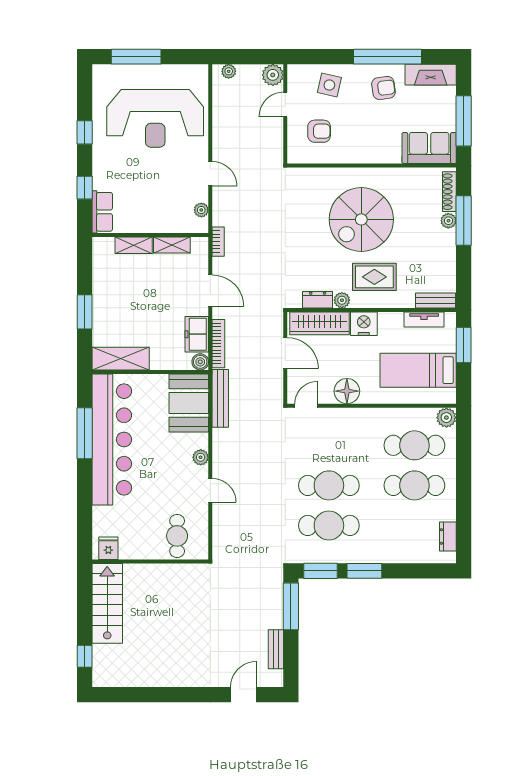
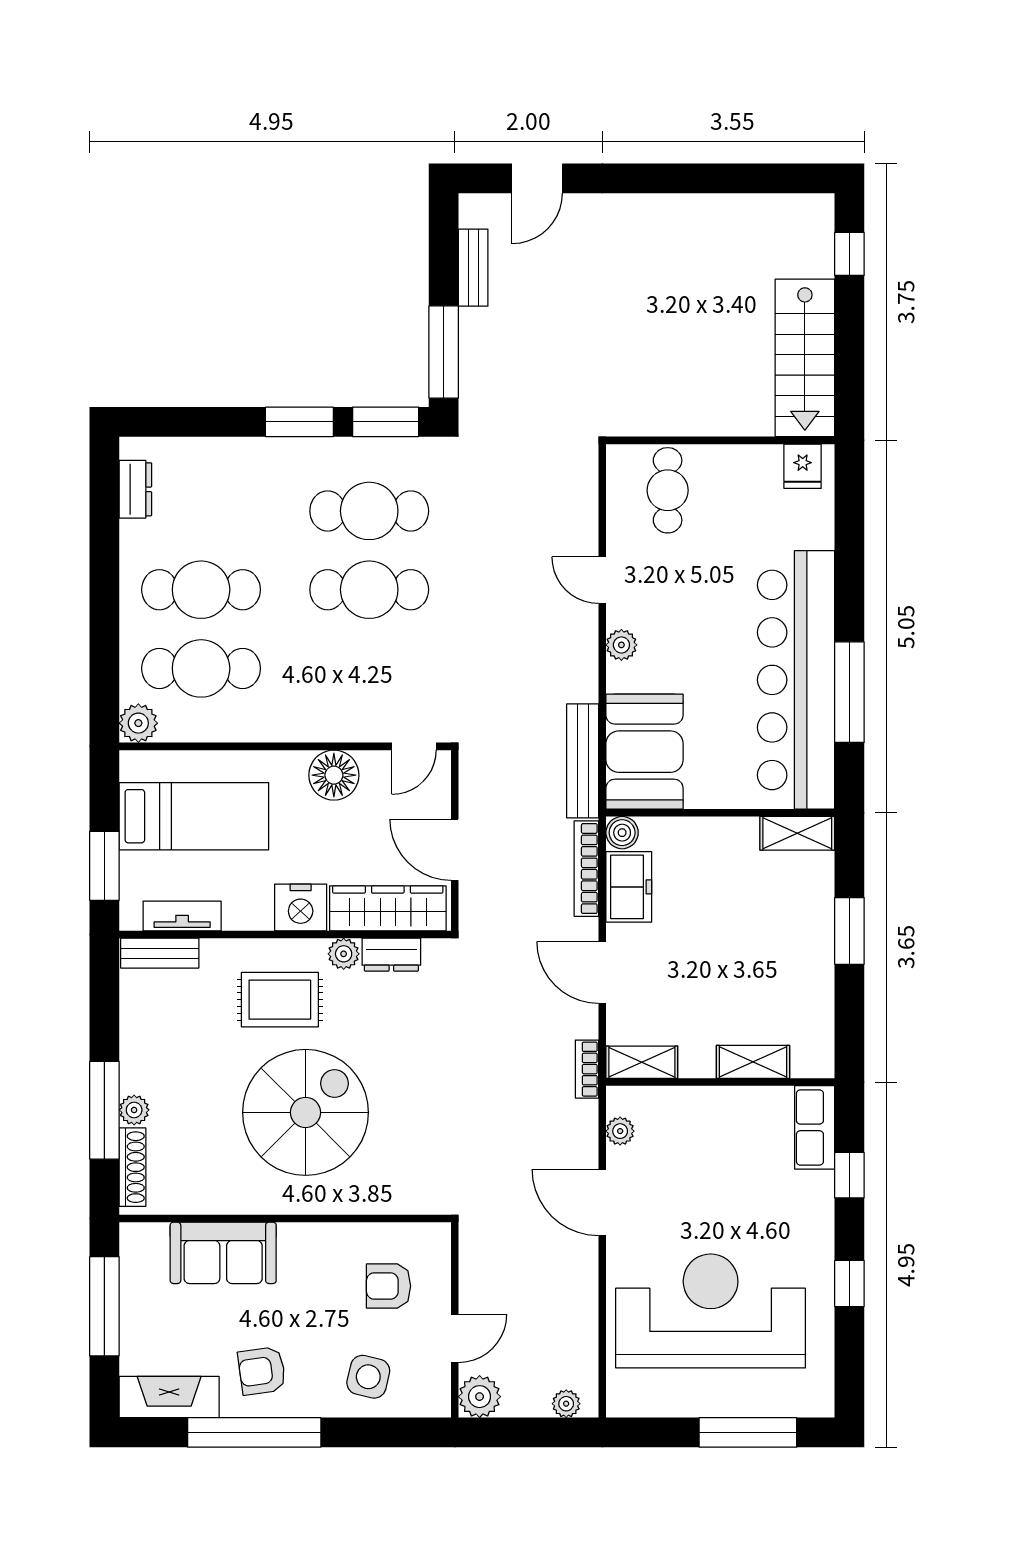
sofa: (429, 148) -> (223, 1253), moved
door: (210, 174) -> (602, 1203), width x1.38
shelving: (172, 245) -> (642, 1062), moved
shelving: (121, 359) -> (797, 833), width x0.67, depth x0.75

